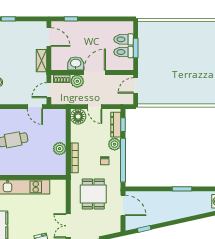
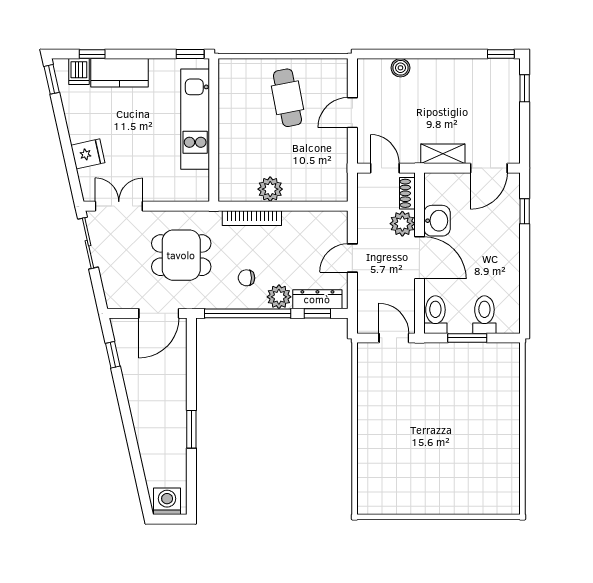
toilet: (124, 52) -> (435, 315), moved
door: (35, 107) -> (352, 113), moved
floor lamp: (78, 117) -> (333, 225), removed

